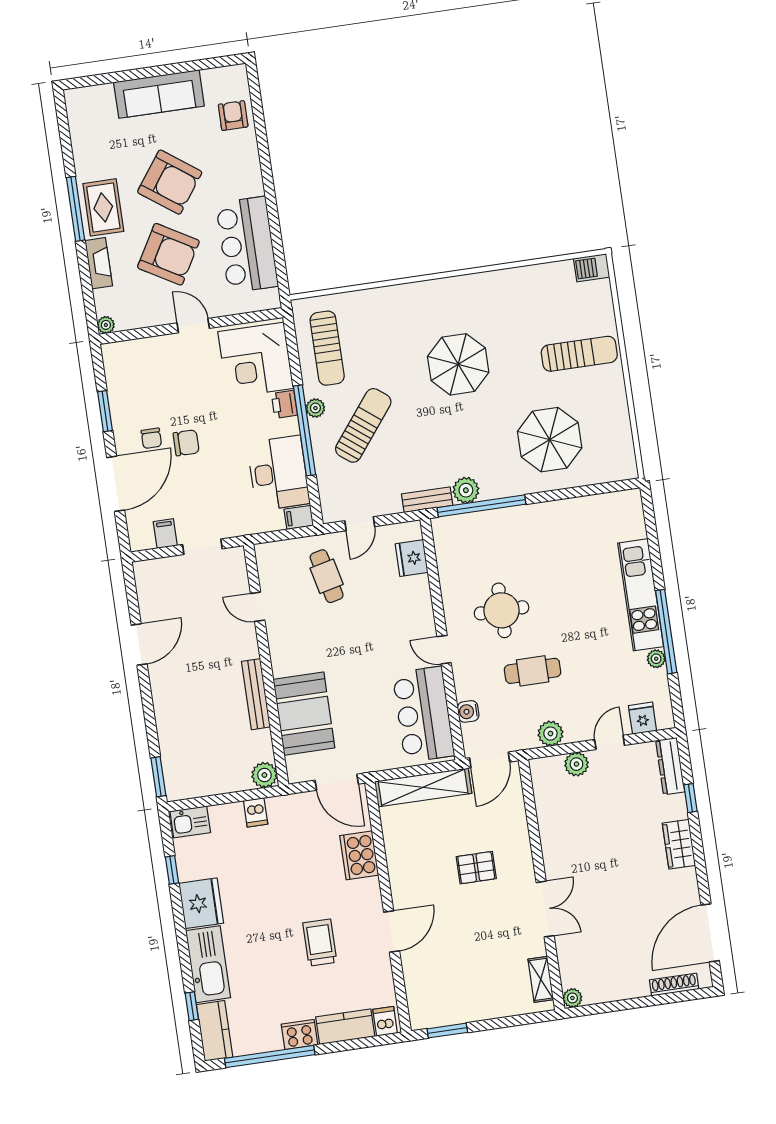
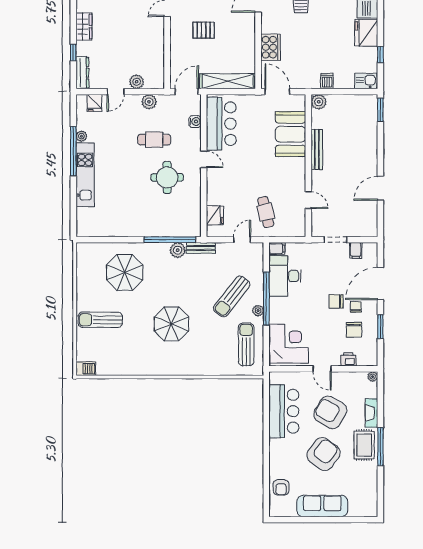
armchair: (170, 182) -> (323, 454), turned 91
chair: (149, 399) -> (354, 330), added
printer: (284, 404) -> (348, 359), moved, turned -90

